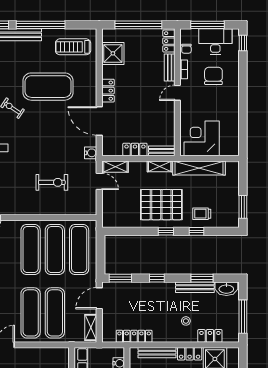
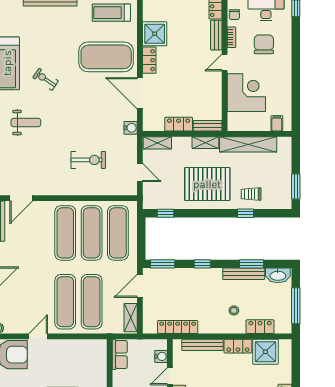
shower: (113, 53) -> (155, 34), moved
exercise mat: (48, 87) -> (106, 57), moved
corner desk: (202, 138) -> (246, 93), moved, turned 90
filing cabinet: (225, 149) -> (277, 123), added
door: (99, 181) -> (140, 172), moved
window: (166, 231) -> (165, 213), moved

